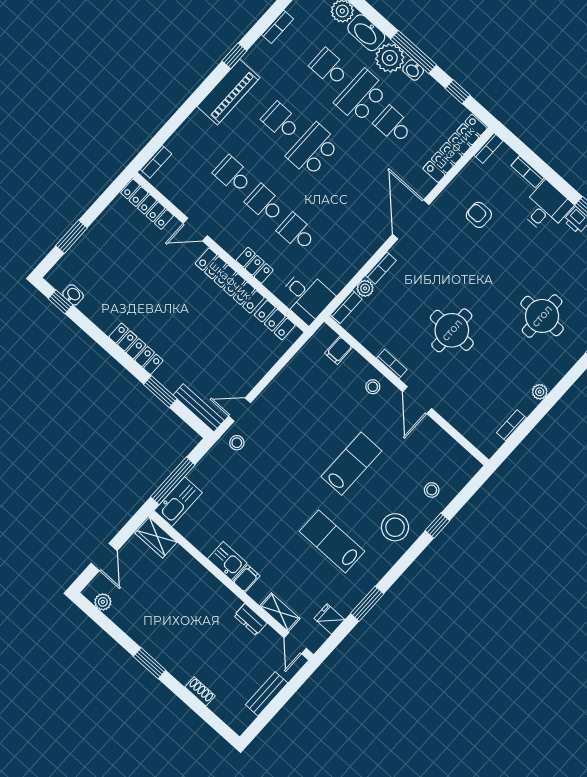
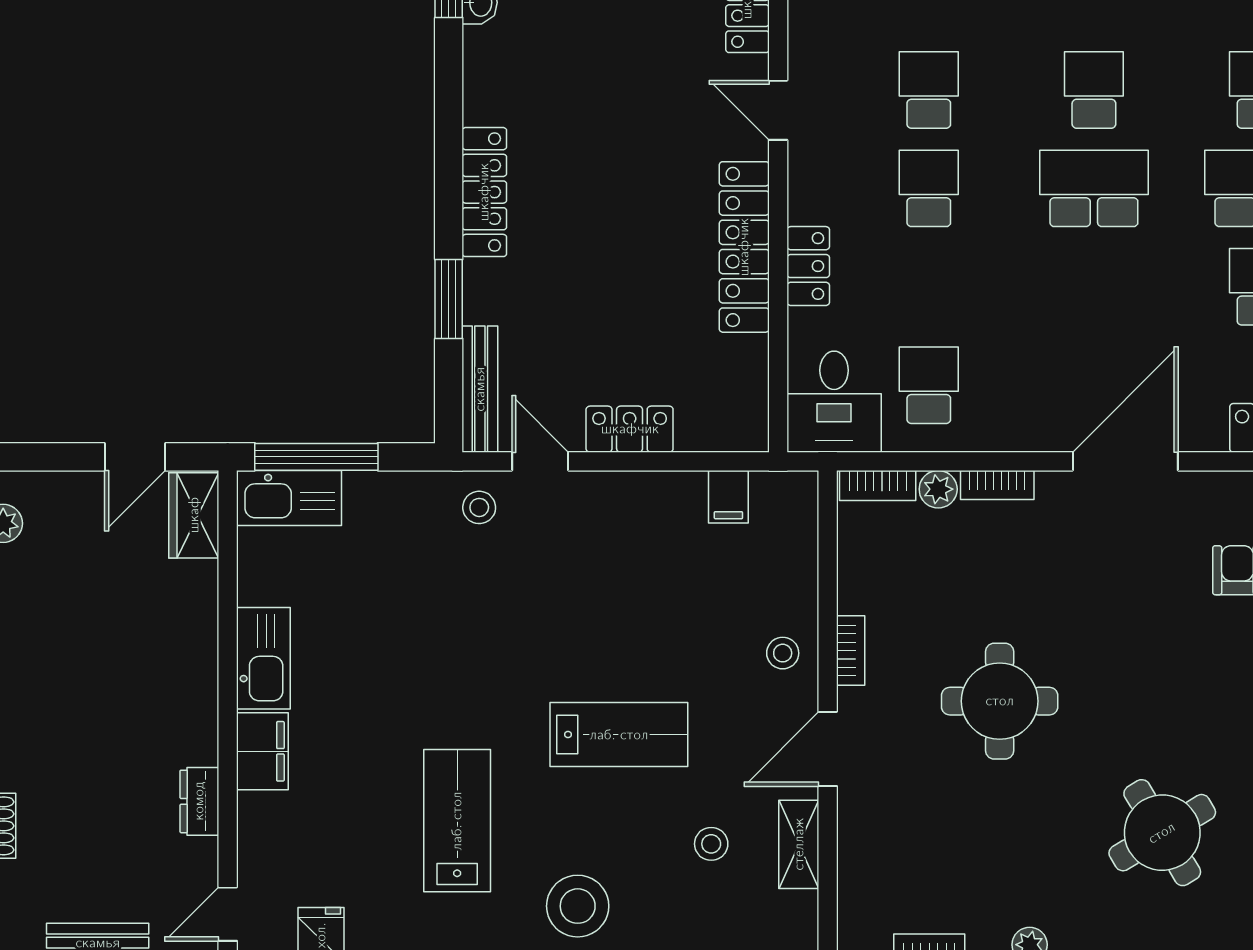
school desk: (297, 232) -> (929, 385), moved
round table: (542, 316) -> (1162, 833), turned -31
locker: (275, 320) -> (630, 429), moved, turned 90
filing cabinet: (339, 350) -> (728, 497), moved, turned -90
stool: (432, 490) -> (711, 844), moved
door: (104, 557) -> (135, 457), moved
kitchen sink: (227, 561) -> (263, 658), width x1.38
filing cabinet: (246, 579) -> (262, 751), width x2.00
shelving: (280, 612) -> (799, 844), moved

